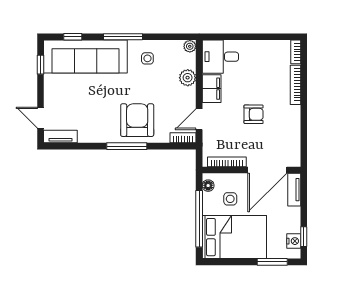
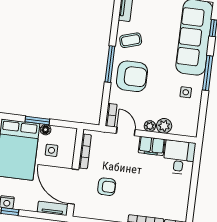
plant: (190, 46) -> (150, 126), moved
armchair: (254, 114) -> (107, 187), moved, turned -90
coffee table: (97, 126) -> (131, 40), added
floor lamp: (208, 186) -> (46, 130), moved
window: (199, 219) -> (37, 120), width x0.47

